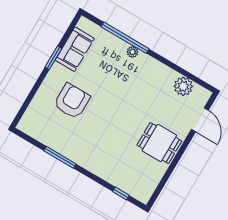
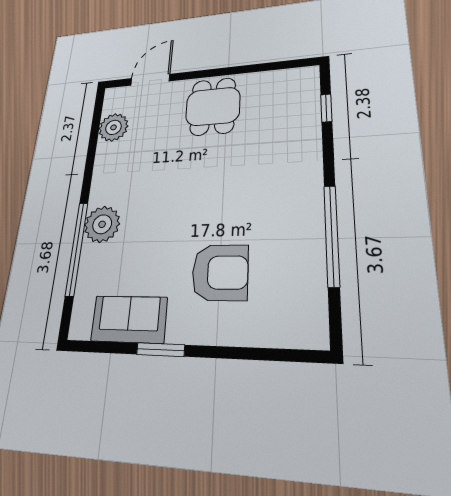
plant: (132, 52) -> (102, 224), width x1.88, depth x1.88
armchair: (72, 101) -> (220, 272), turned 180
window: (60, 157) -> (332, 235), width x1.46

